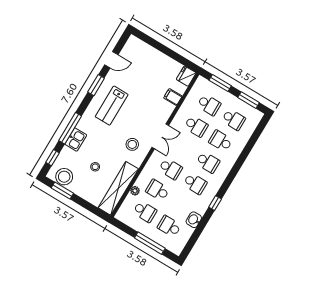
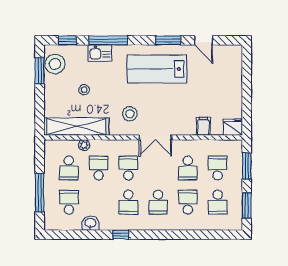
school desk: (209, 105) -> (218, 168), turned 180
lab bench: (112, 106) -> (157, 69), width x1.36, depth x1.39
school desk: (170, 169) -> (128, 168), turned 180

